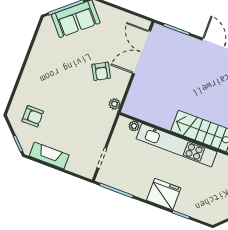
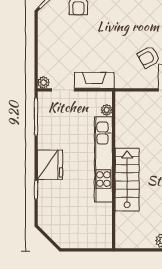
plant: (115, 104) -> (44, 82), moved
fireplace: (49, 155) -> (94, 80), moved, turned -90

